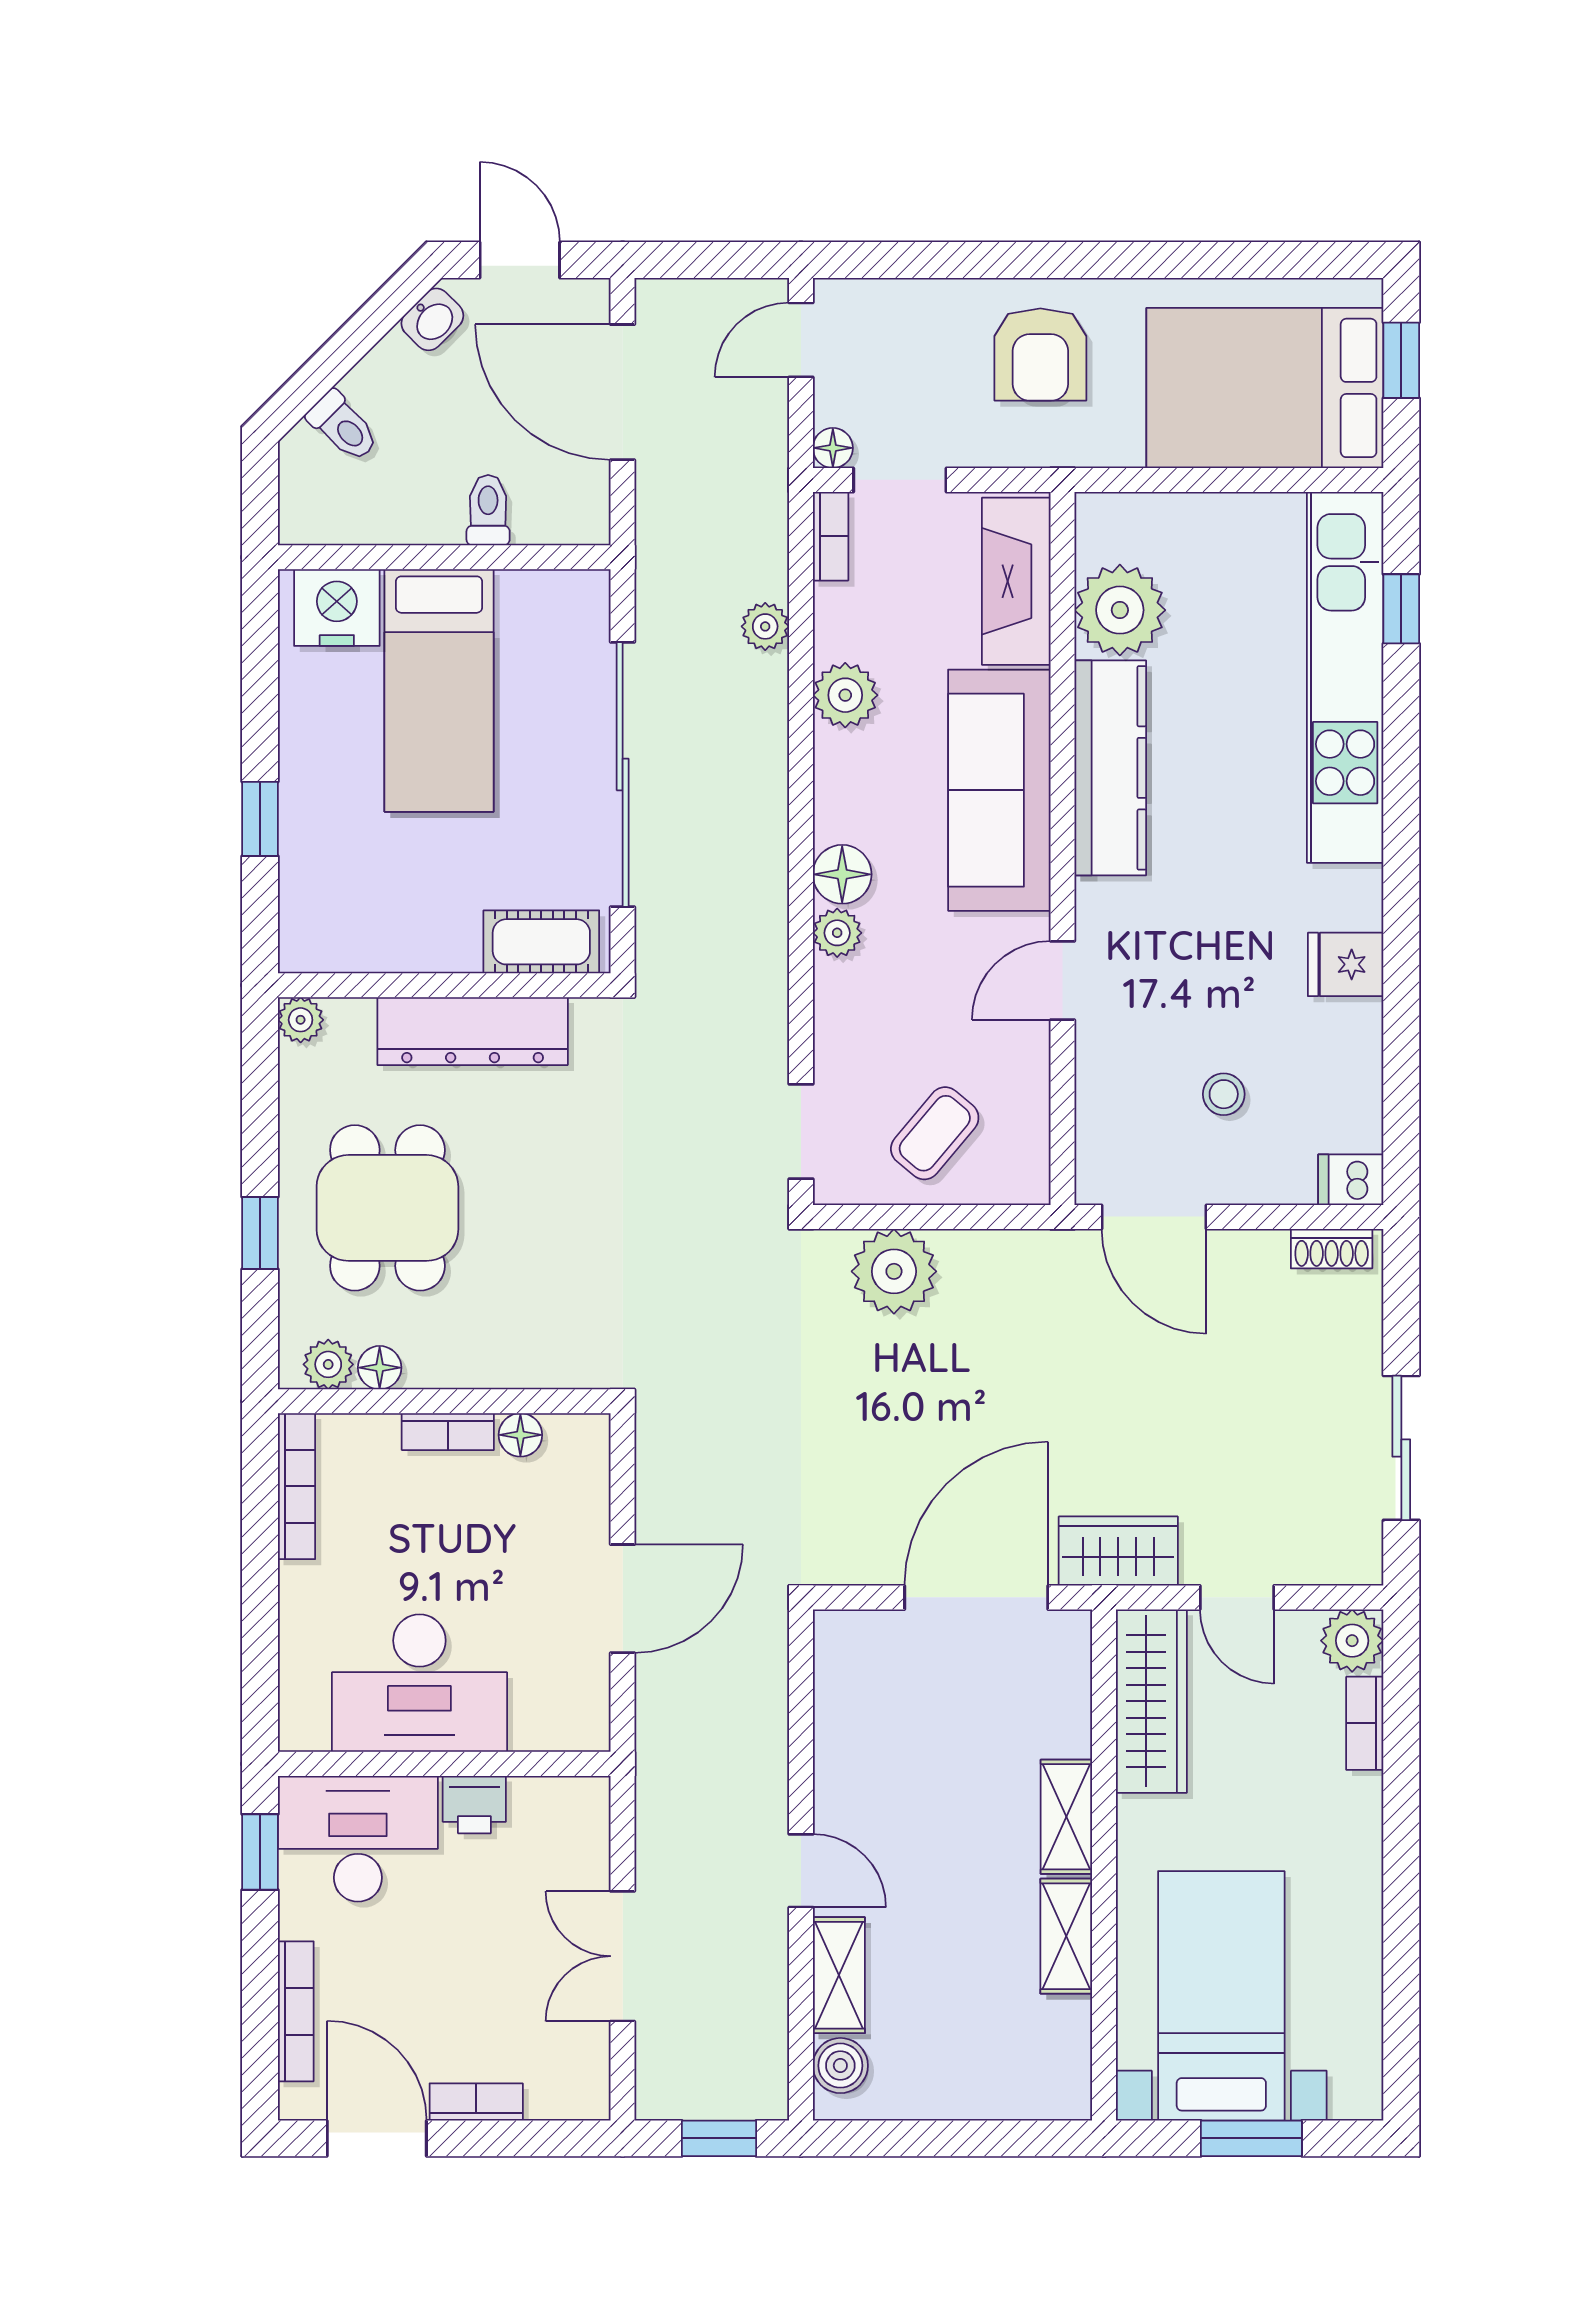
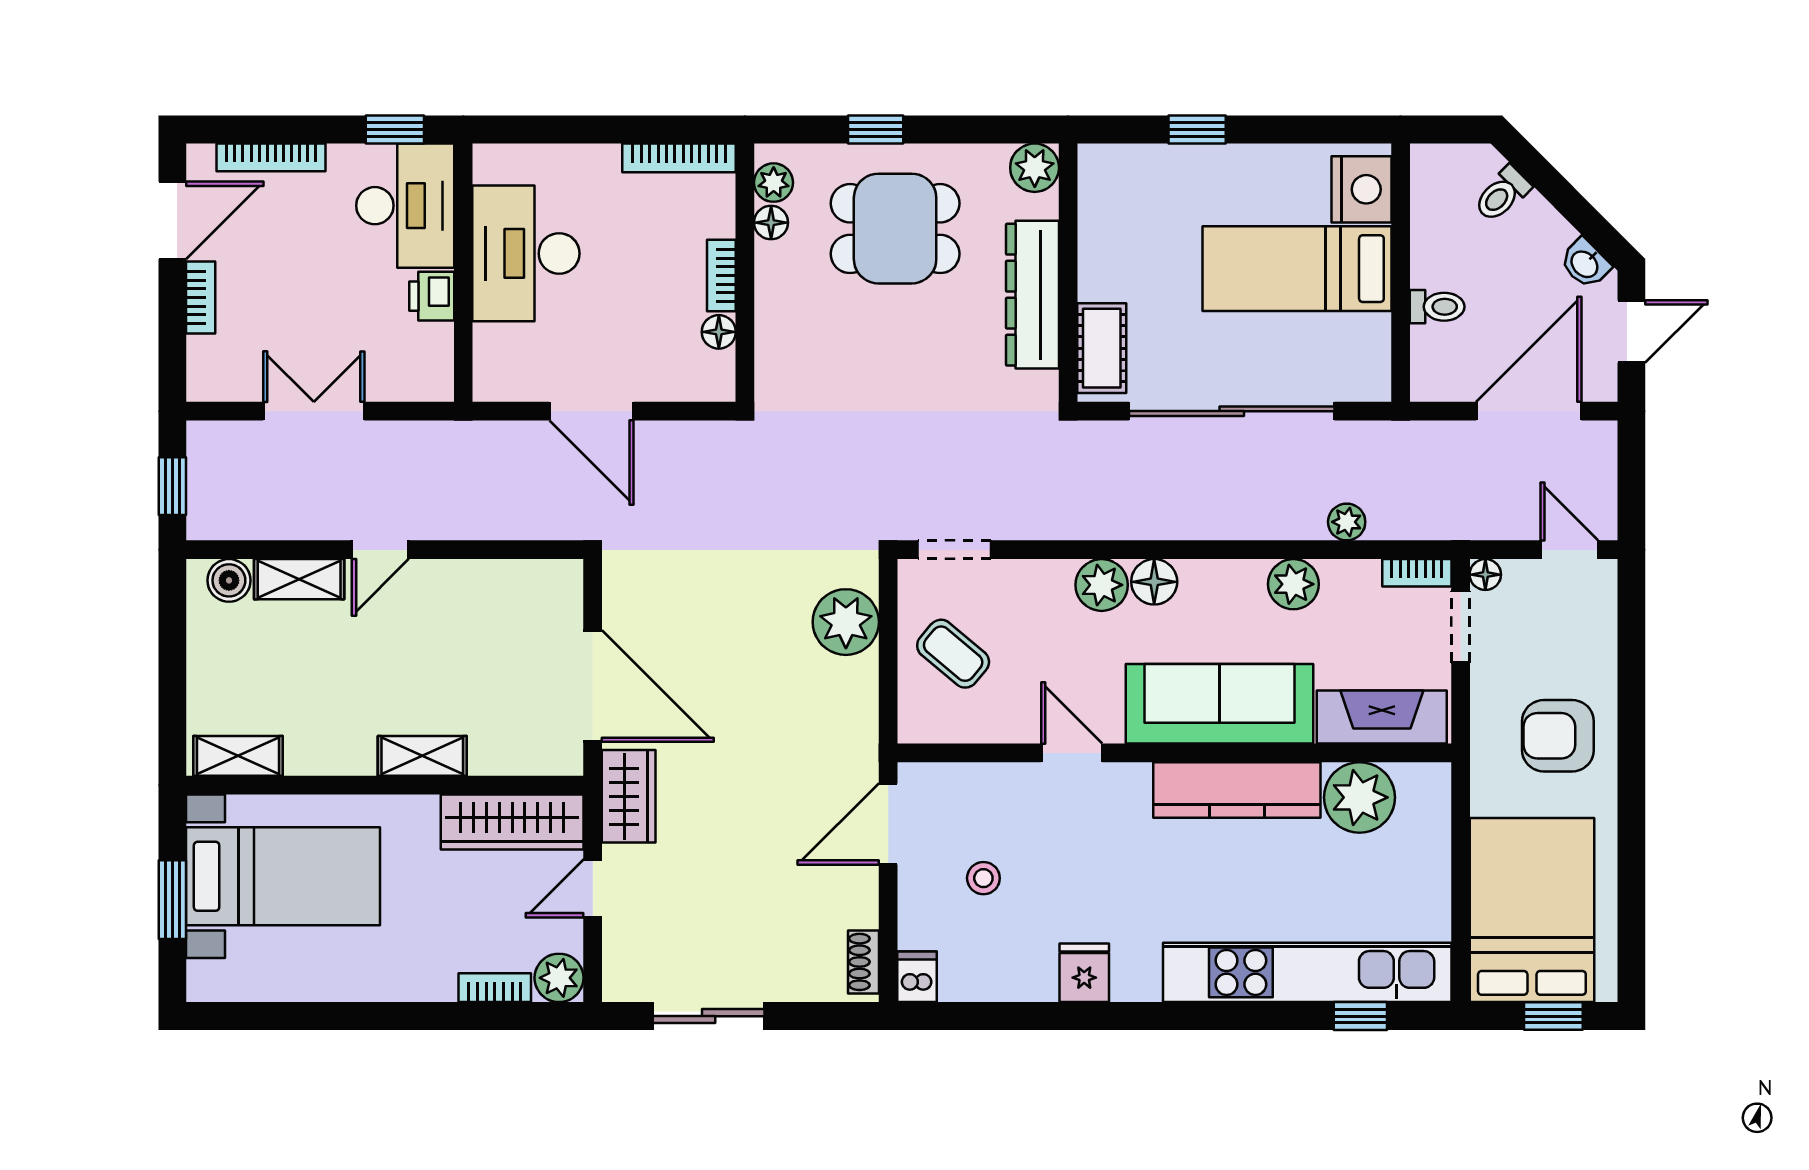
plant: (837, 933) -> (1102, 585), width x1.38, depth x1.38
plant: (301, 1020) -> (1035, 168), width x1.38, depth x1.38
shelving: (1066, 1936) -> (238, 756), moved

